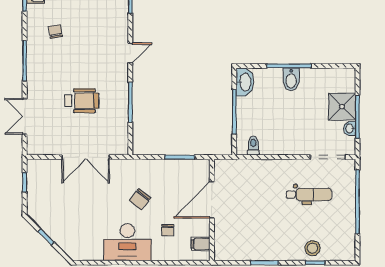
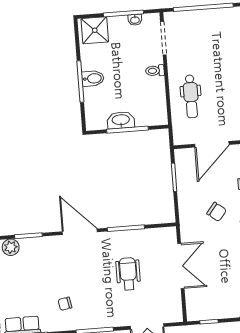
door: (130, 53) -> (80, 232), width x1.88
washbasin: (245, 82) -> (121, 120), moved
shower: (342, 107) -> (95, 30), moved
toilet: (253, 146) -> (155, 71), moved
dental chair: (309, 195) -> (191, 96), moved, turned 180
door: (212, 200) -> (212, 144), hinge flipped

